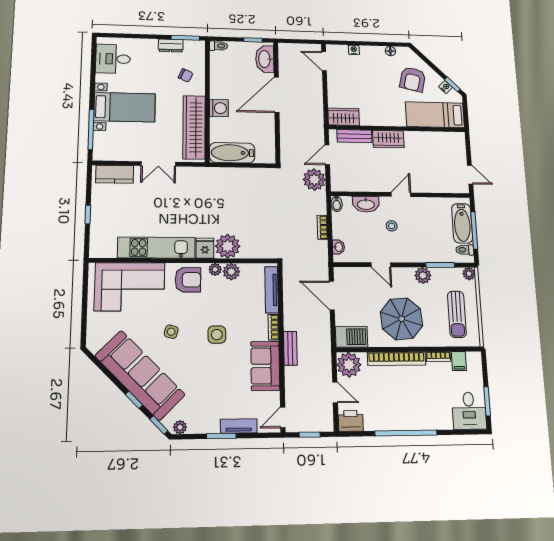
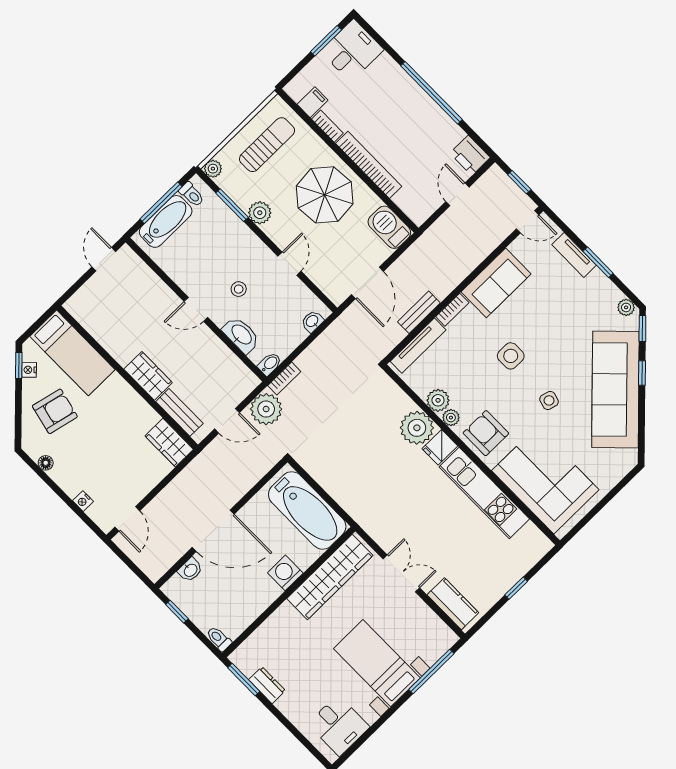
washbasin: (265, 59) -> (190, 570), width x0.52, depth x0.69
chair: (186, 75) -> (284, 639), removed
bathtub: (232, 153) -> (307, 510), width x1.36, depth x1.36
bookcase: (322, 227) -> (284, 379), moved
bench: (290, 348) -> (419, 312), moved
plant: (349, 365) -> (419, 205), removed

